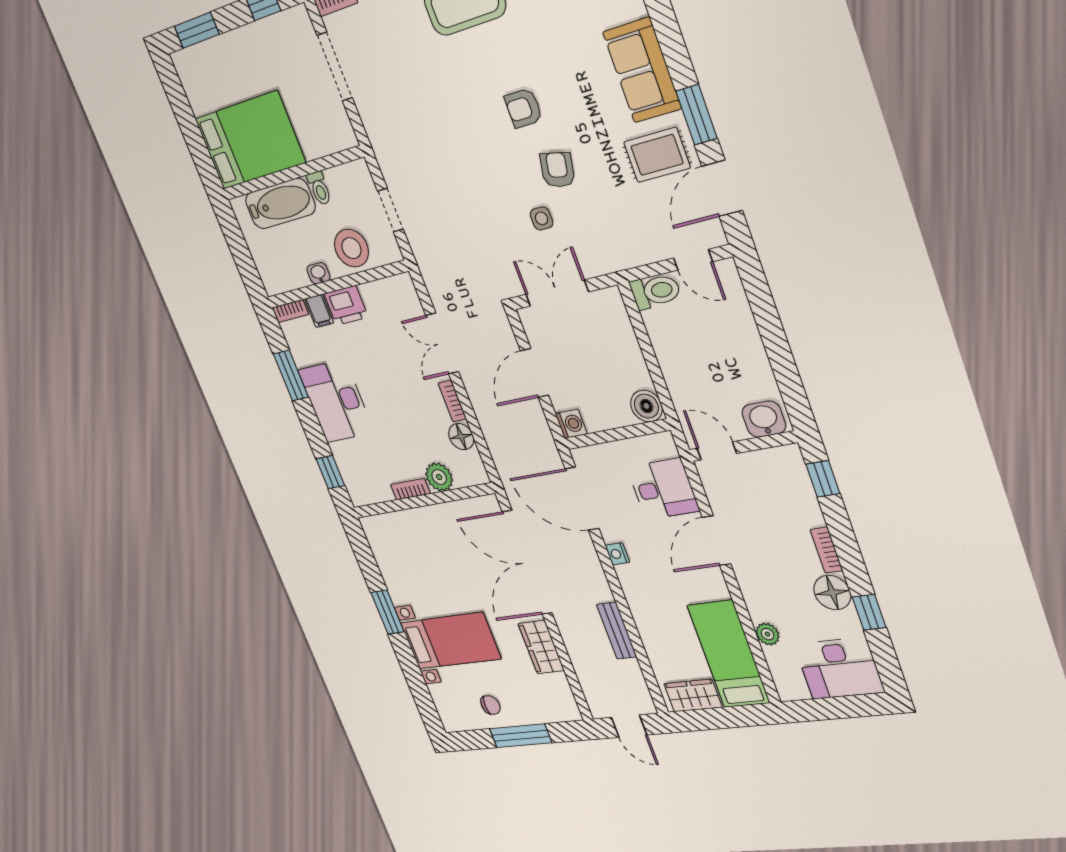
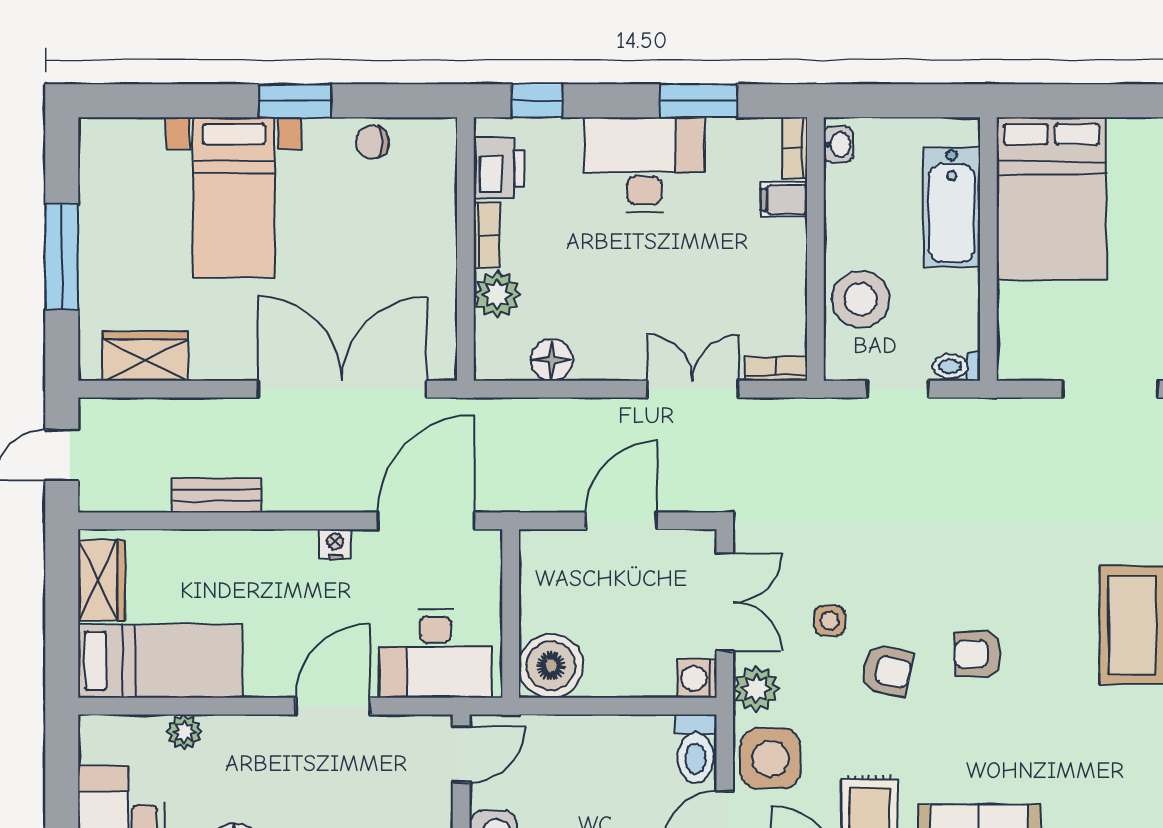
armchair: (523, 108) -> (978, 654), turned -90
toilet: (319, 188) -> (956, 366), moved
side table: (643, 237) -> (770, 759), added
plant: (602, 258) -> (756, 689), added
washbasin: (319, 273) -> (838, 144), moved
printer: (346, 305) -> (499, 168), moved, turned 180
door: (535, 373) -> (621, 521), hinge flipped
bookcase: (452, 401) -> (776, 368), moved
boiler: (646, 406) -> (551, 666), width x1.37, depth x1.37
washing machine: (571, 424) -> (697, 678), moved, turned 90
desk: (663, 489) -> (436, 654), width x1.37
door: (717, 541) -> (333, 706), hinge flipped
wardrobe: (541, 647) -> (145, 356), moved
chair: (491, 705) -> (372, 142), moved, turned 90

